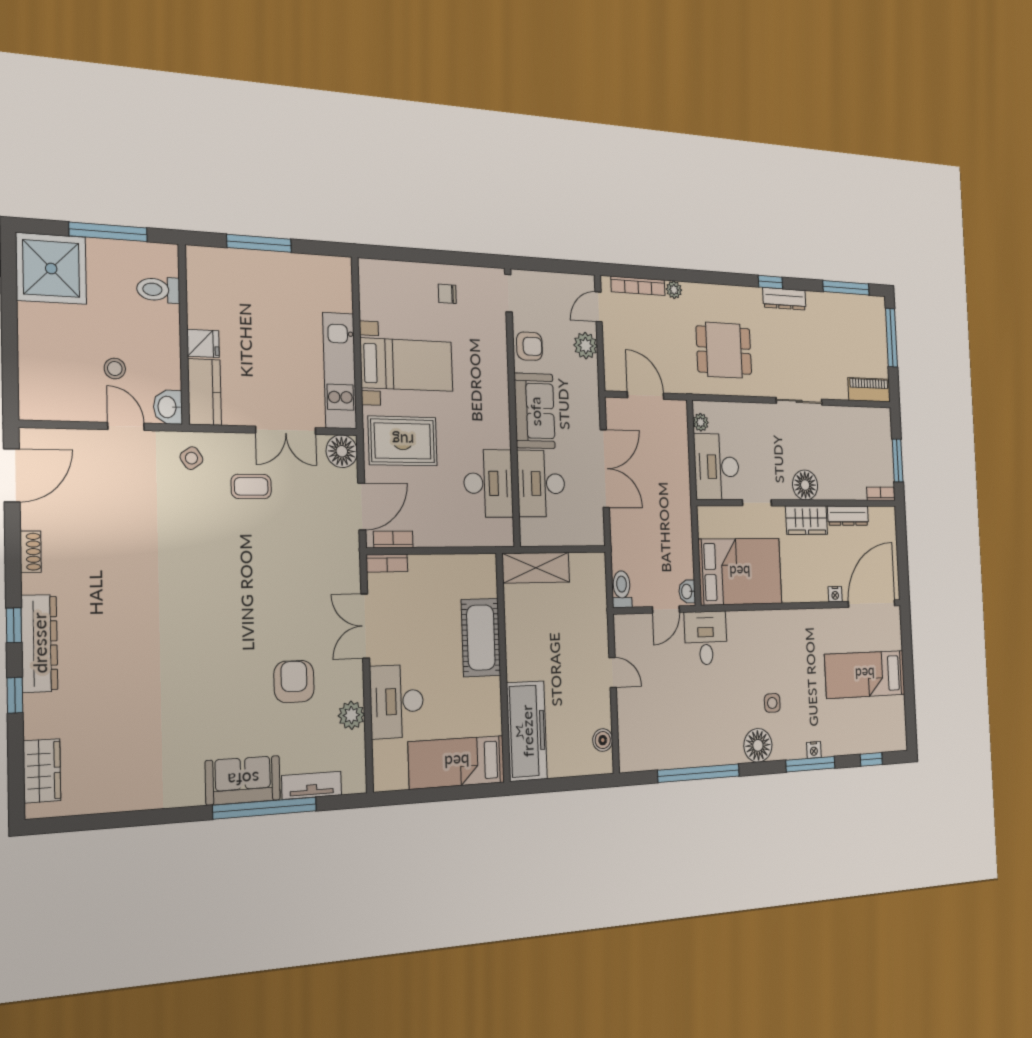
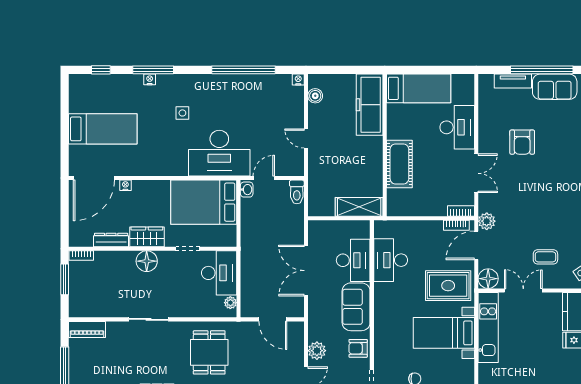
dining table: (724, 350) -> (209, 352), turned 90
desk: (706, 638) -> (219, 153), width x1.87, depth x1.30
plant: (351, 715) -> (487, 221), moved
floor lamp: (758, 745) -> (196, 85), removed
nightstand: (627, 764) -> (298, 80), added

